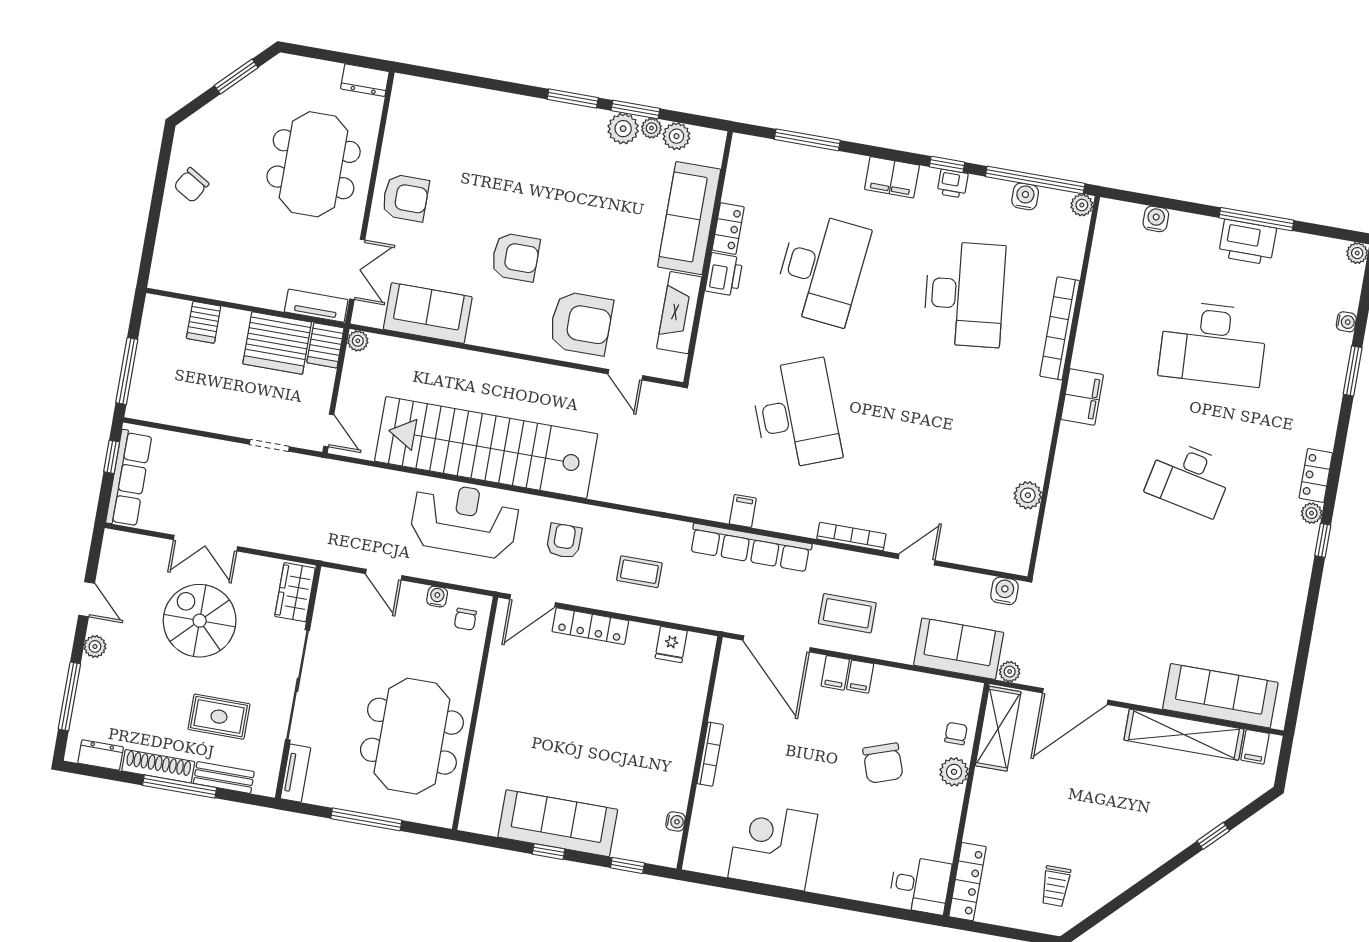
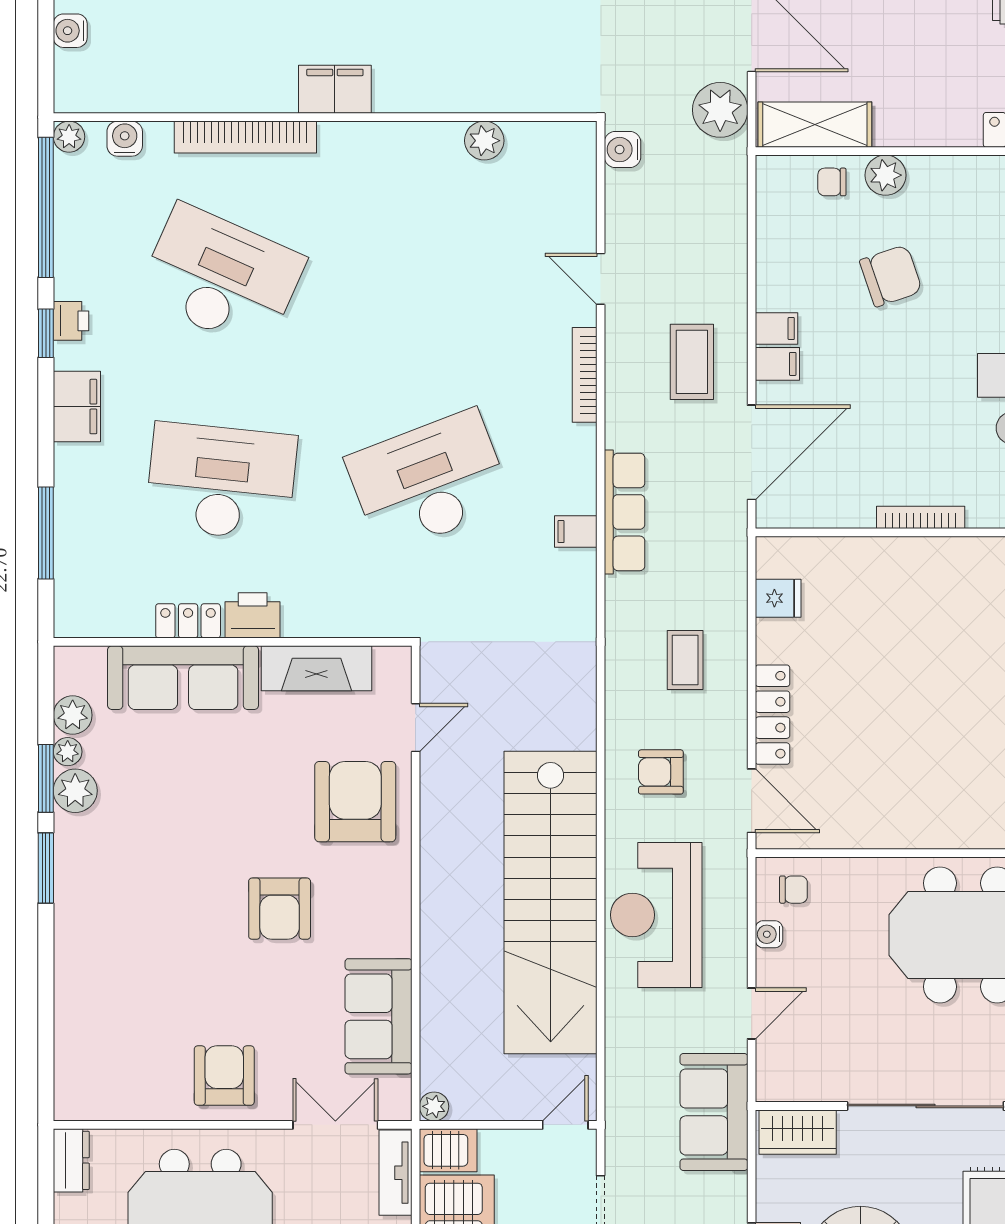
water cooler: (1025, 196) -> (125, 139), moved, turned 90
armchair: (515, 257) -> (280, 909), turned 180
desk: (964, 294) -> (221, 277), turned 30
row of seats: (751, 548) -> (624, 512), width x0.73
sofa: (959, 649) -> (714, 1112), moved
plant: (1010, 672) -> (720, 110), width x1.88, depth x1.88

